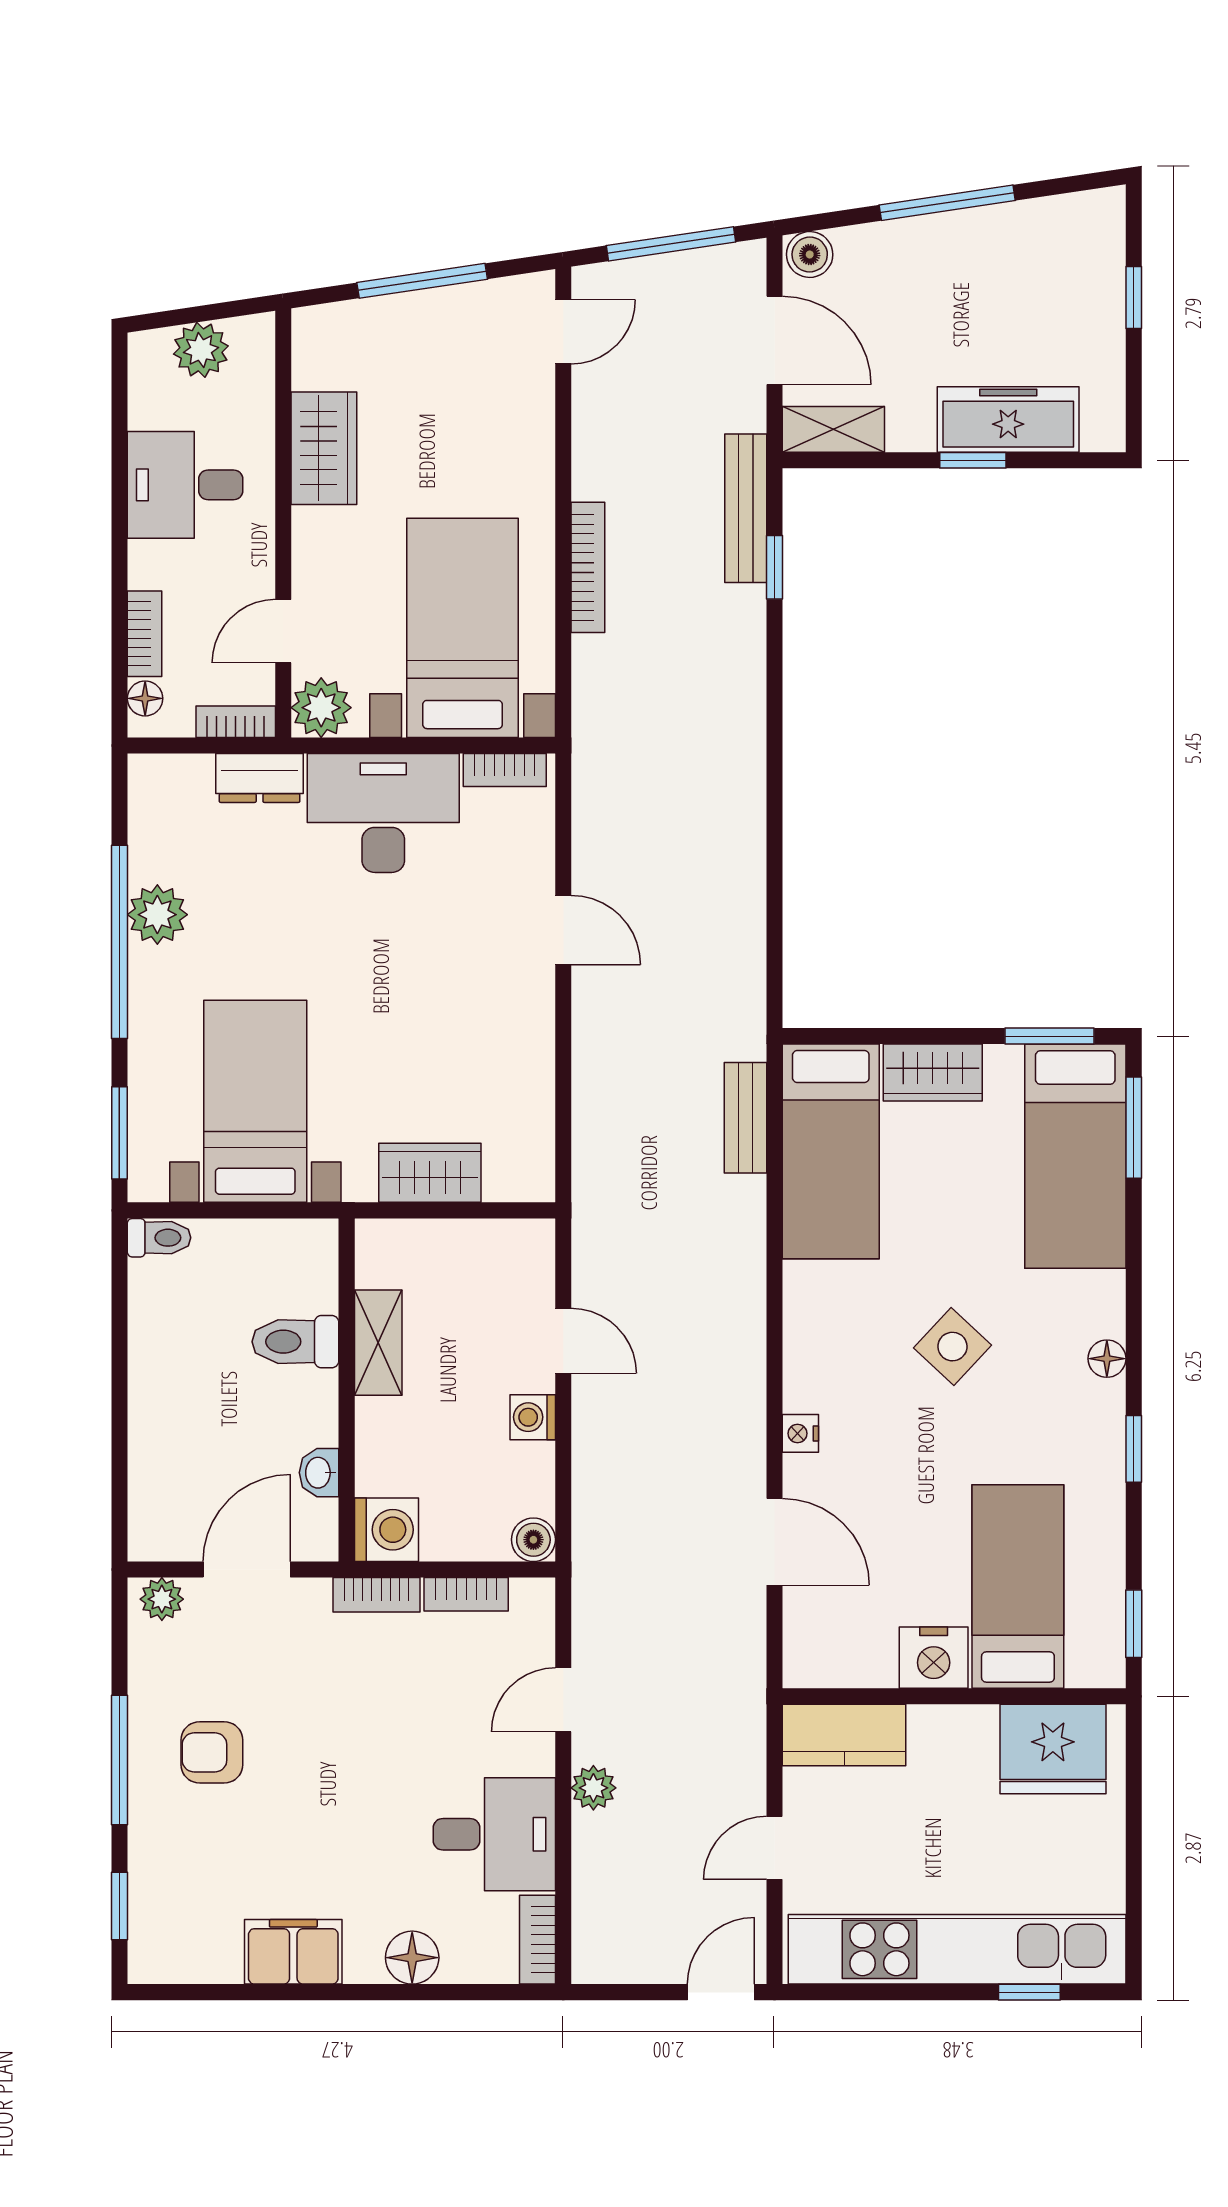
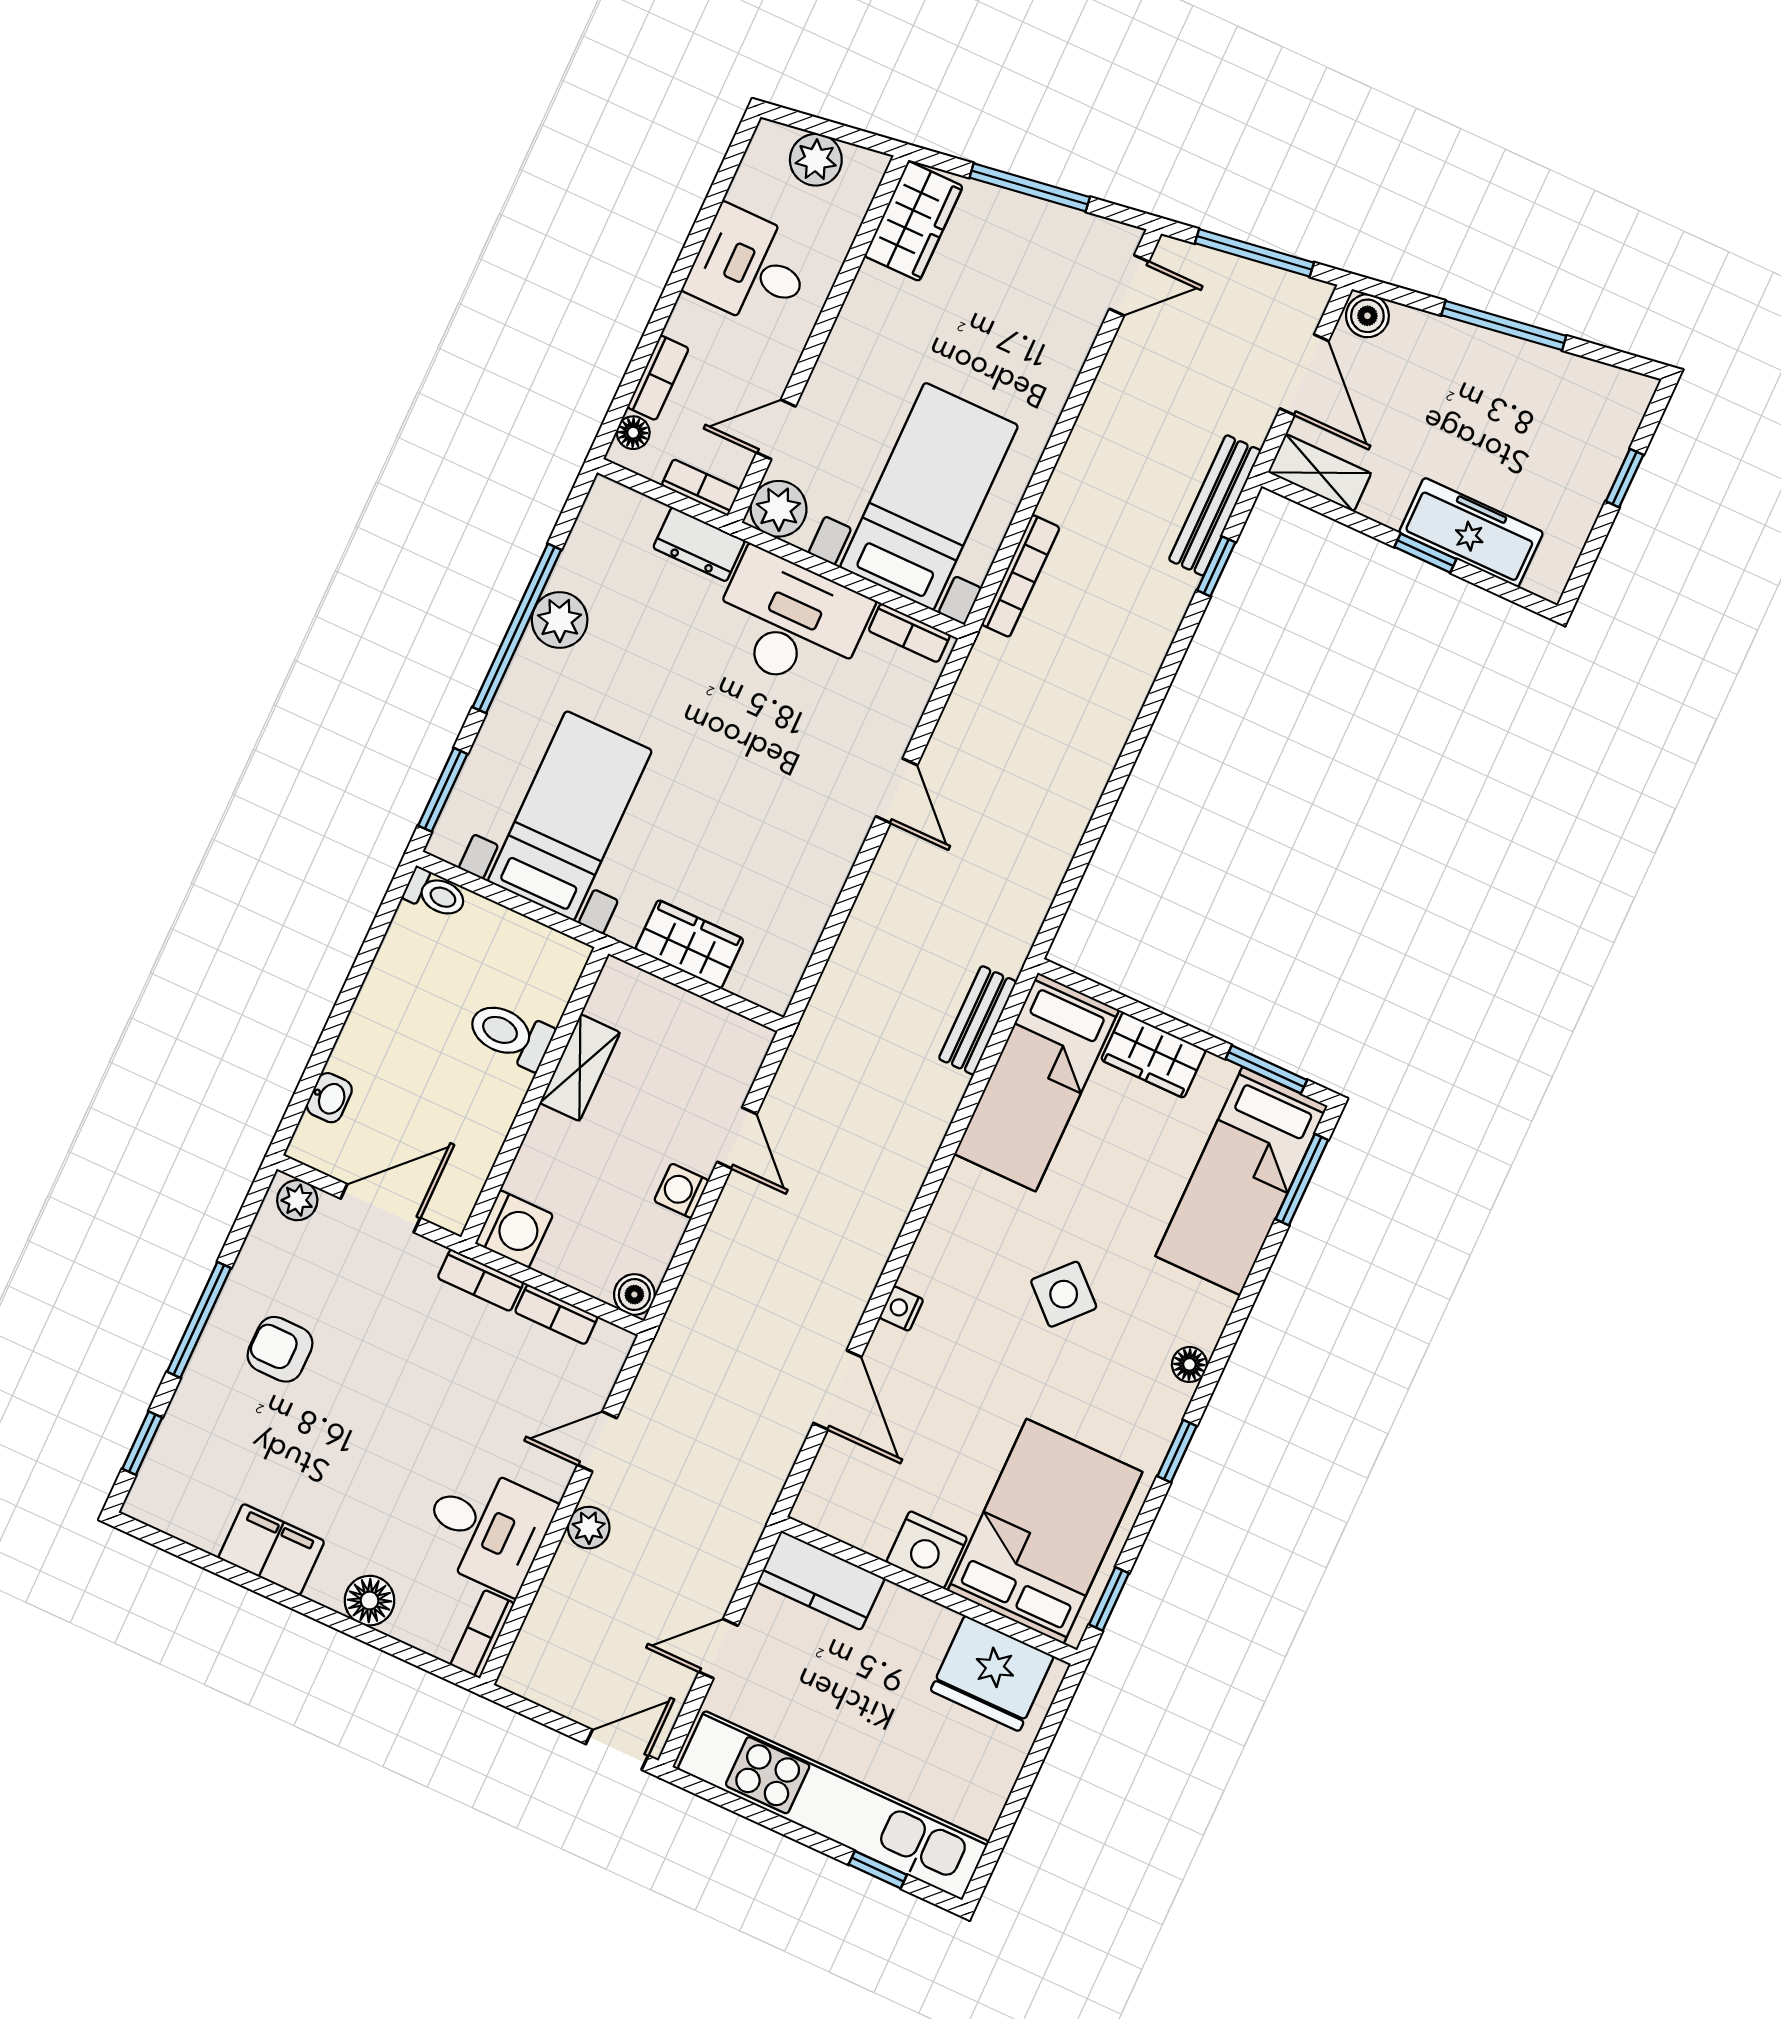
wardrobe: (324, 448) -> (914, 221), moved
bookcase: (588, 567) -> (1021, 576), moved
washbasin: (319, 1473) -> (329, 1098), moved, turned 180
bed: (1018, 1587) -> (1045, 1531), width x1.50

